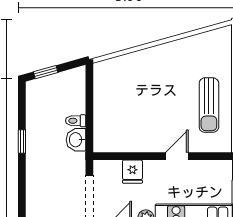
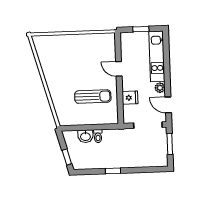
sun lounger: (209, 105) -> (93, 97), moved
washbasin: (76, 140) -> (85, 136), moved

